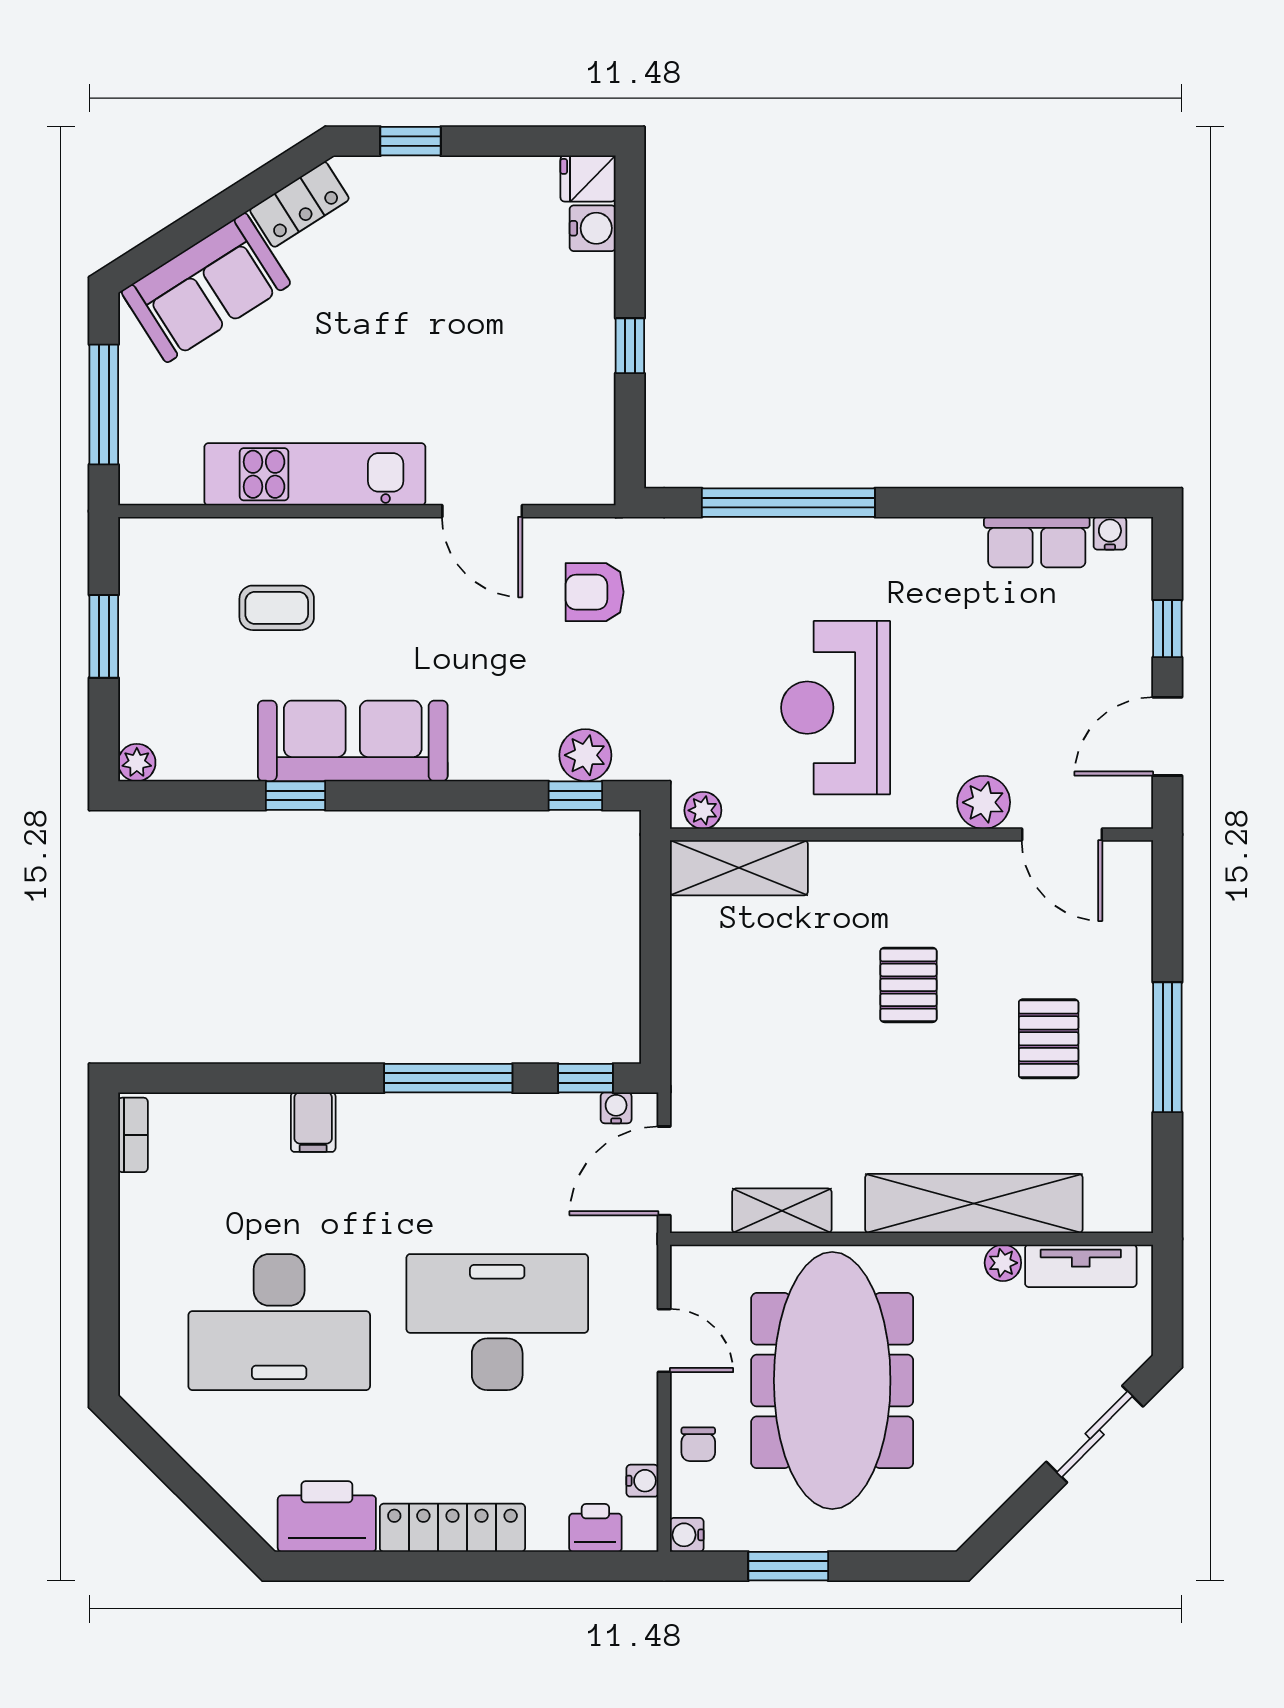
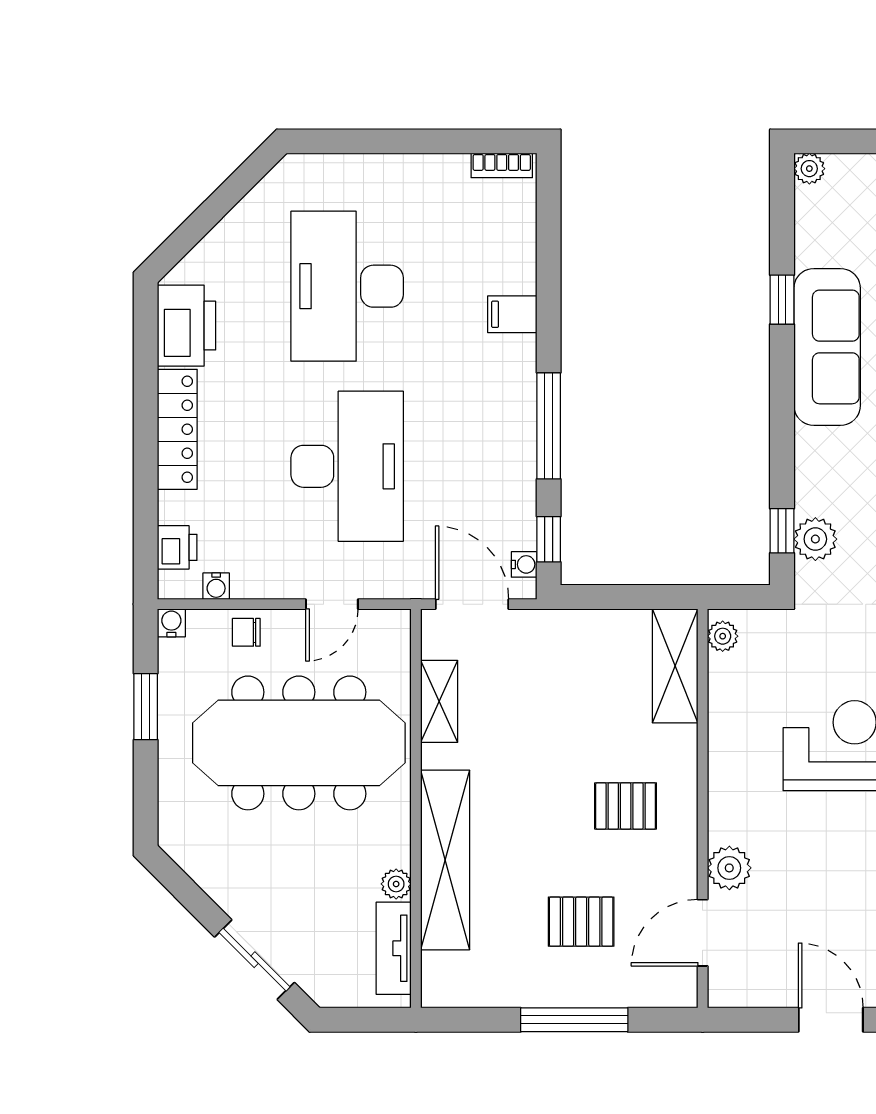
plant: (984, 802) -> (729, 868), moved
plant: (703, 810) -> (723, 636), moved
wall: (911, 835) -> (703, 808), moved
door: (1062, 835) -> (703, 933), moved
shelving: (739, 868) -> (675, 666), moved

